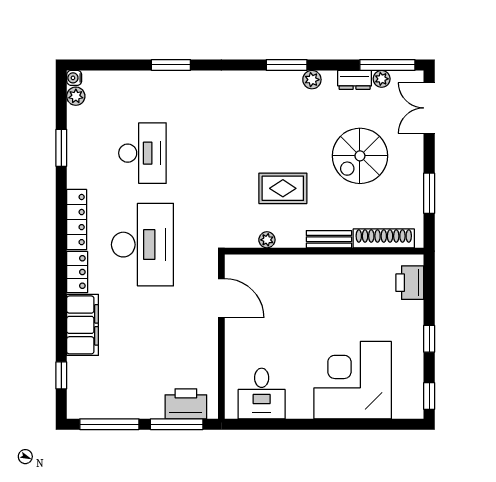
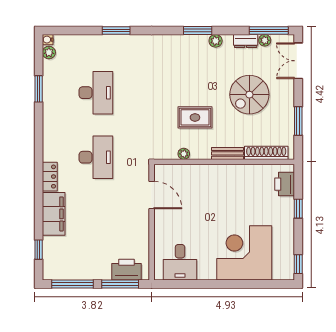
locker: (77, 220) -> (49, 140), removed
desk: (142, 245) -> (96, 157), width x0.73, depth x0.77
window: (429, 339) -> (298, 209), moved

